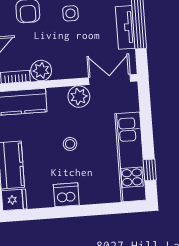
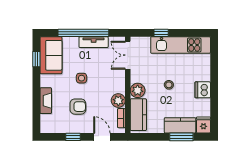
plant: (79, 97) -> (138, 90), moved
window: (150, 170) -> (161, 33), moved

